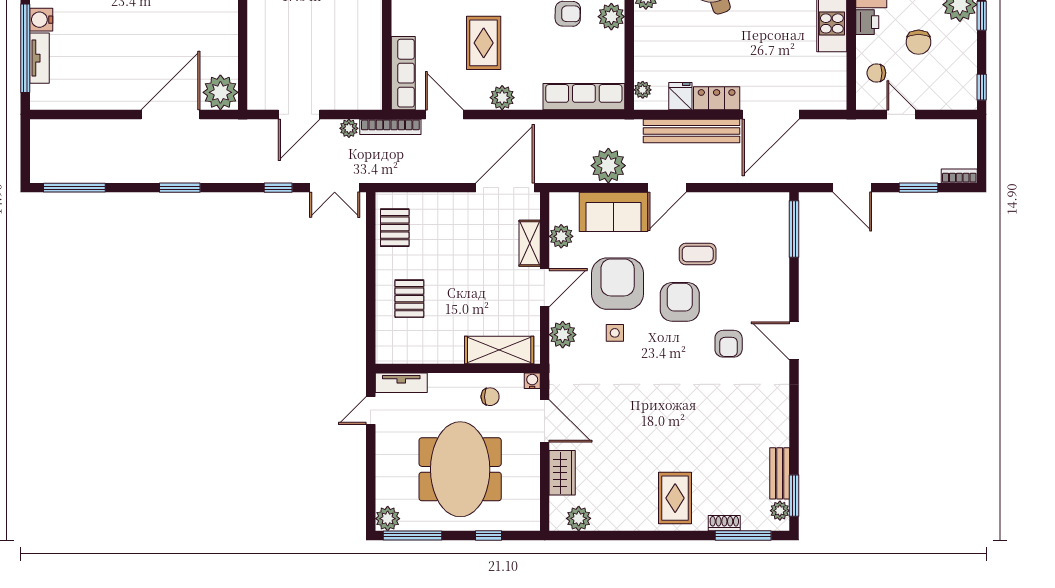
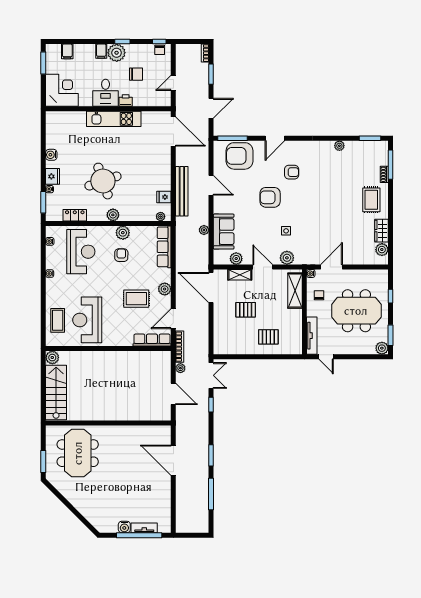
chair: (876, 73) -> (160, 50), moved
plant: (220, 92) -> (162, 434), removed
locker: (717, 98) -> (165, 178), removed
door: (771, 114) -> (173, 132), moved
plant: (608, 166) -> (204, 230), width x0.53, depth x0.53
window: (74, 188) -> (211, 494), moved
door: (667, 188) -> (211, 185), moved
pallet: (395, 228) -> (246, 310), moved
coffee table: (698, 254) -> (245, 188), removed
armchair: (618, 284) -> (240, 156), moved
door: (794, 341) -> (275, 138), moved
tv unit: (401, 383) -> (312, 336), width x1.41
wardrobe: (562, 473) -> (382, 231), moved, turned -90
bench: (780, 473) -> (359, 146), removed
rug: (675, 498) -> (371, 200), turned 90
plant: (780, 511) -> (339, 146), moved
window: (413, 535) -> (391, 335), width x0.69

